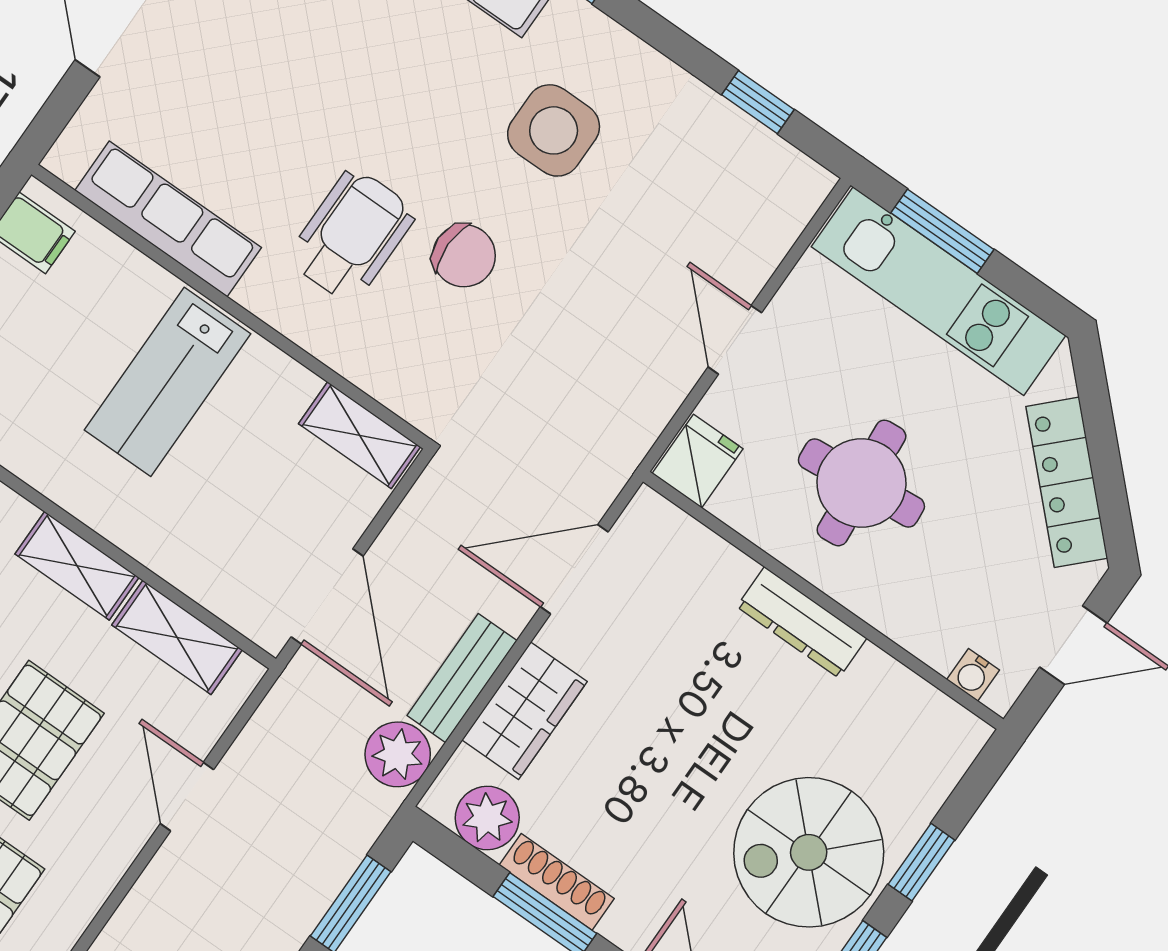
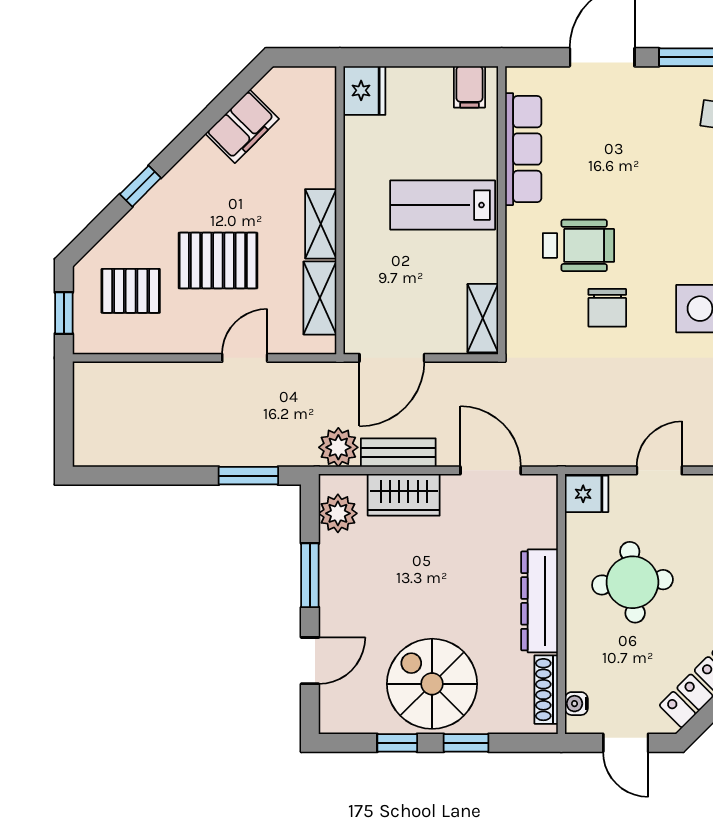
dresser: (802, 622) -> (539, 601), width x1.37, depth x1.24
shoe rack: (557, 882) -> (546, 690), moved, turned 180

